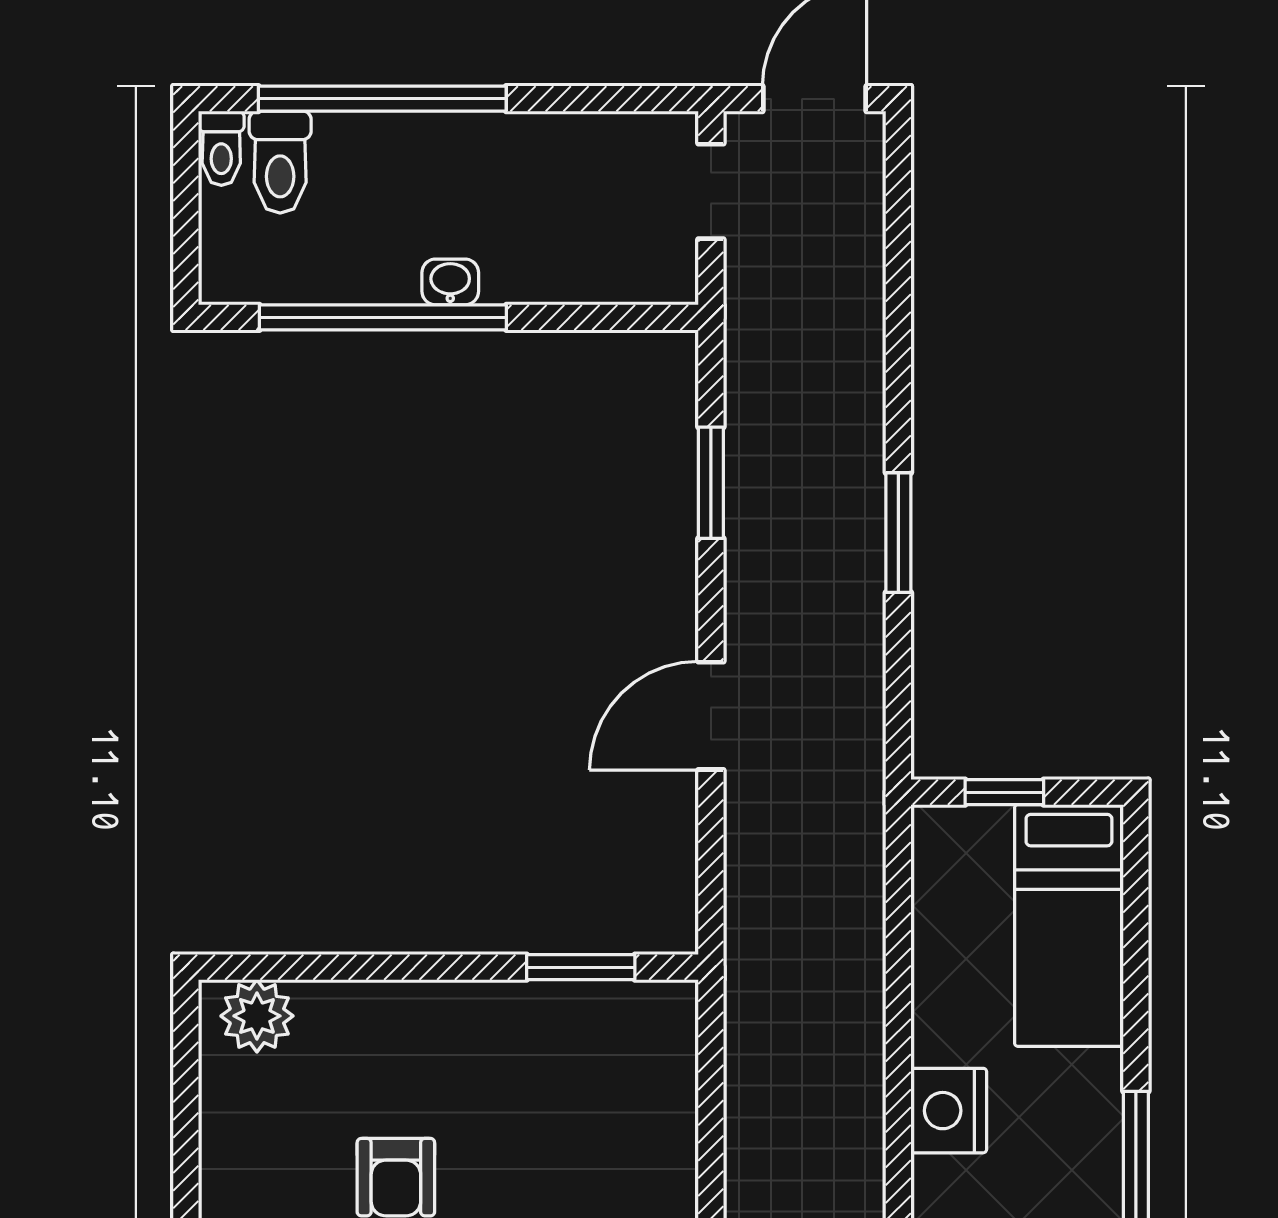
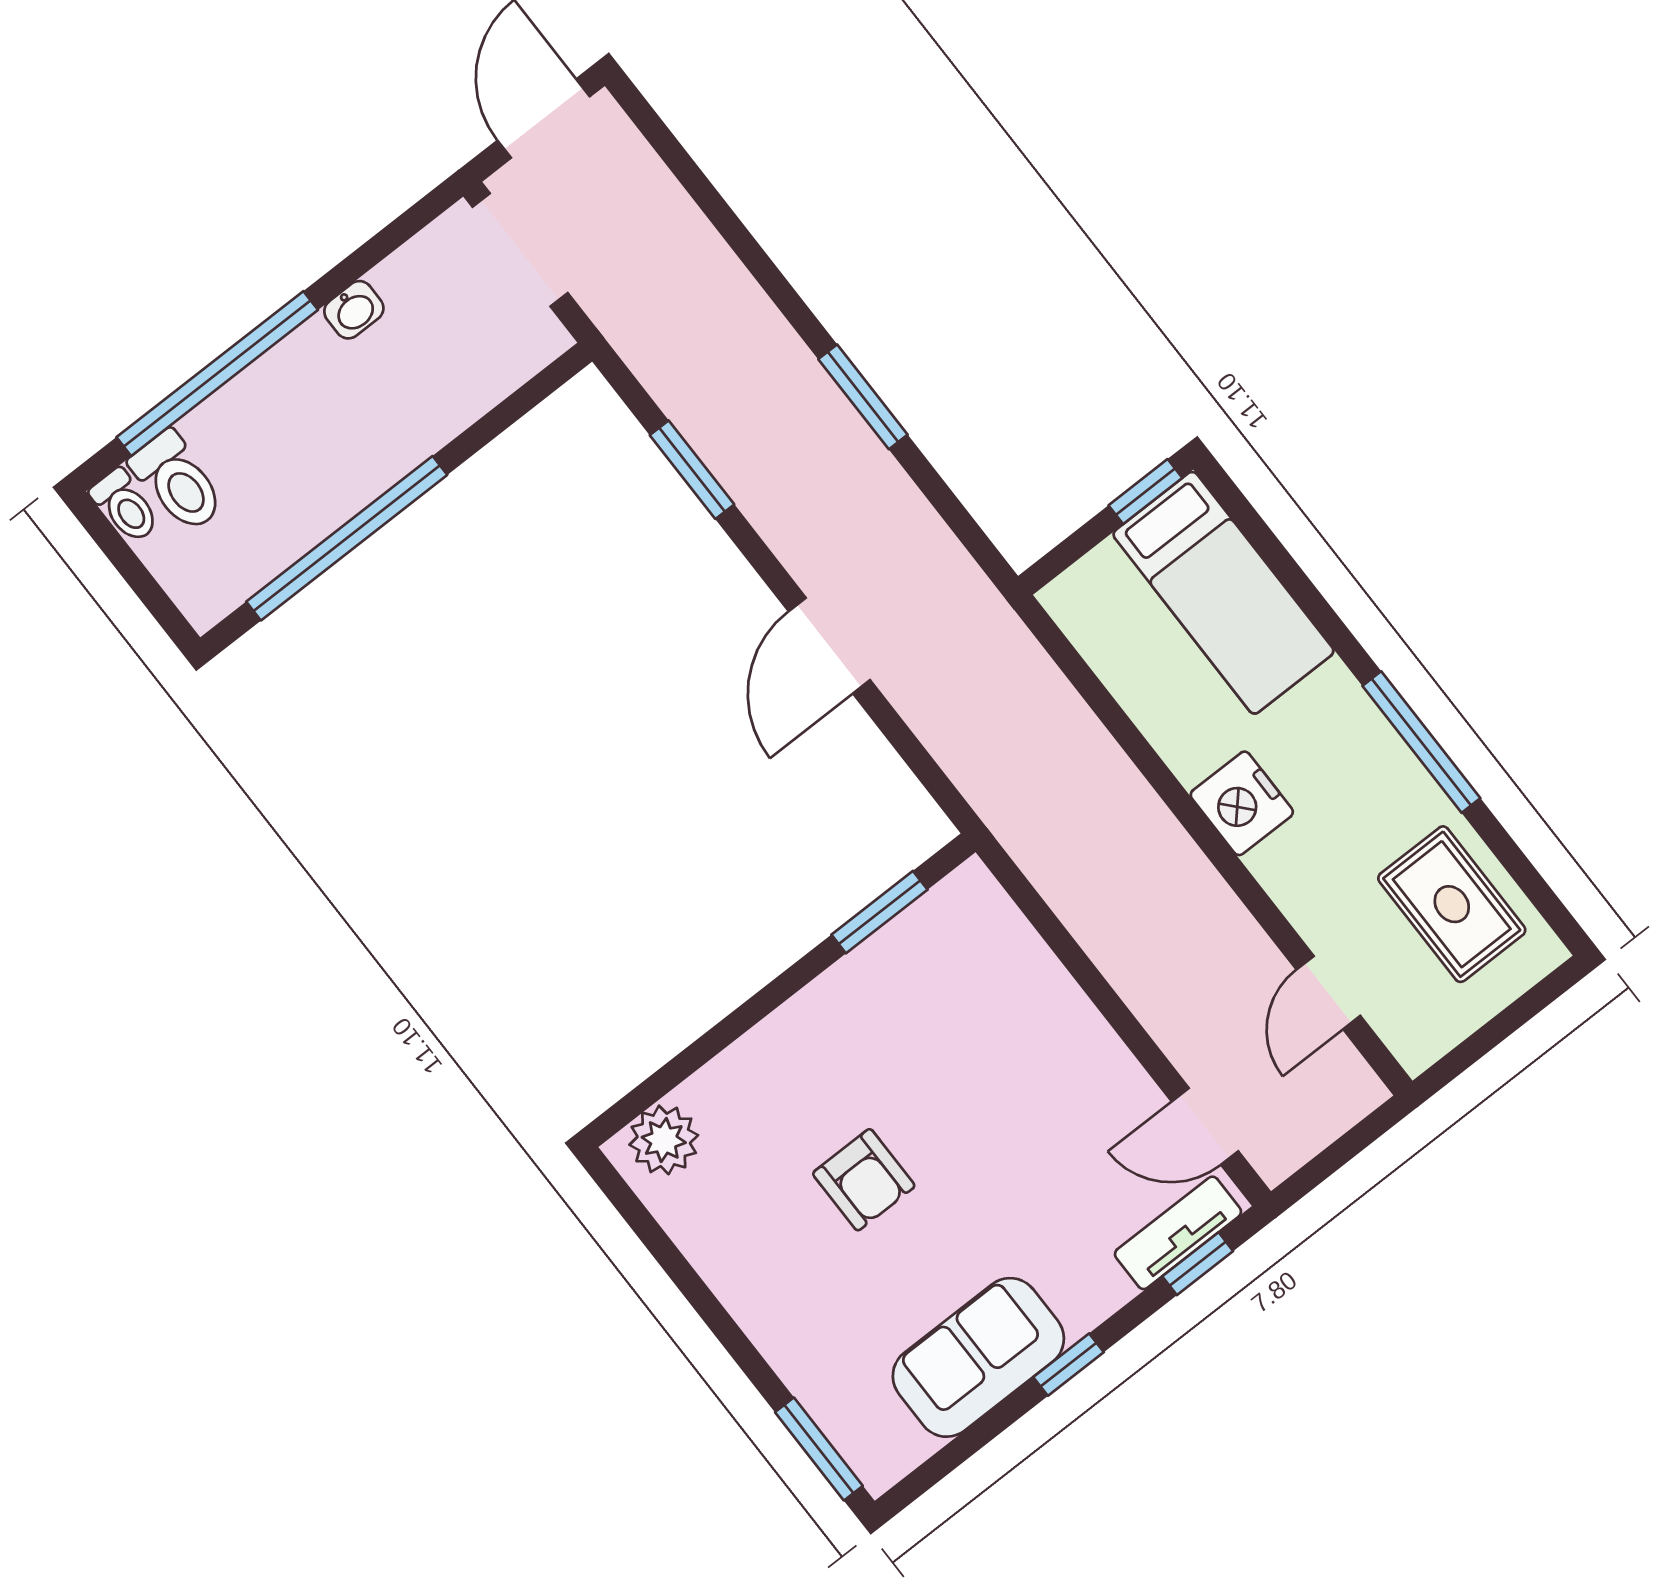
doorway: (711, 191) -> (520, 250), width x1.38
washbasin: (450, 282) -> (354, 310), moved, turned 180
window: (1004, 792) -> (1145, 492), moved

